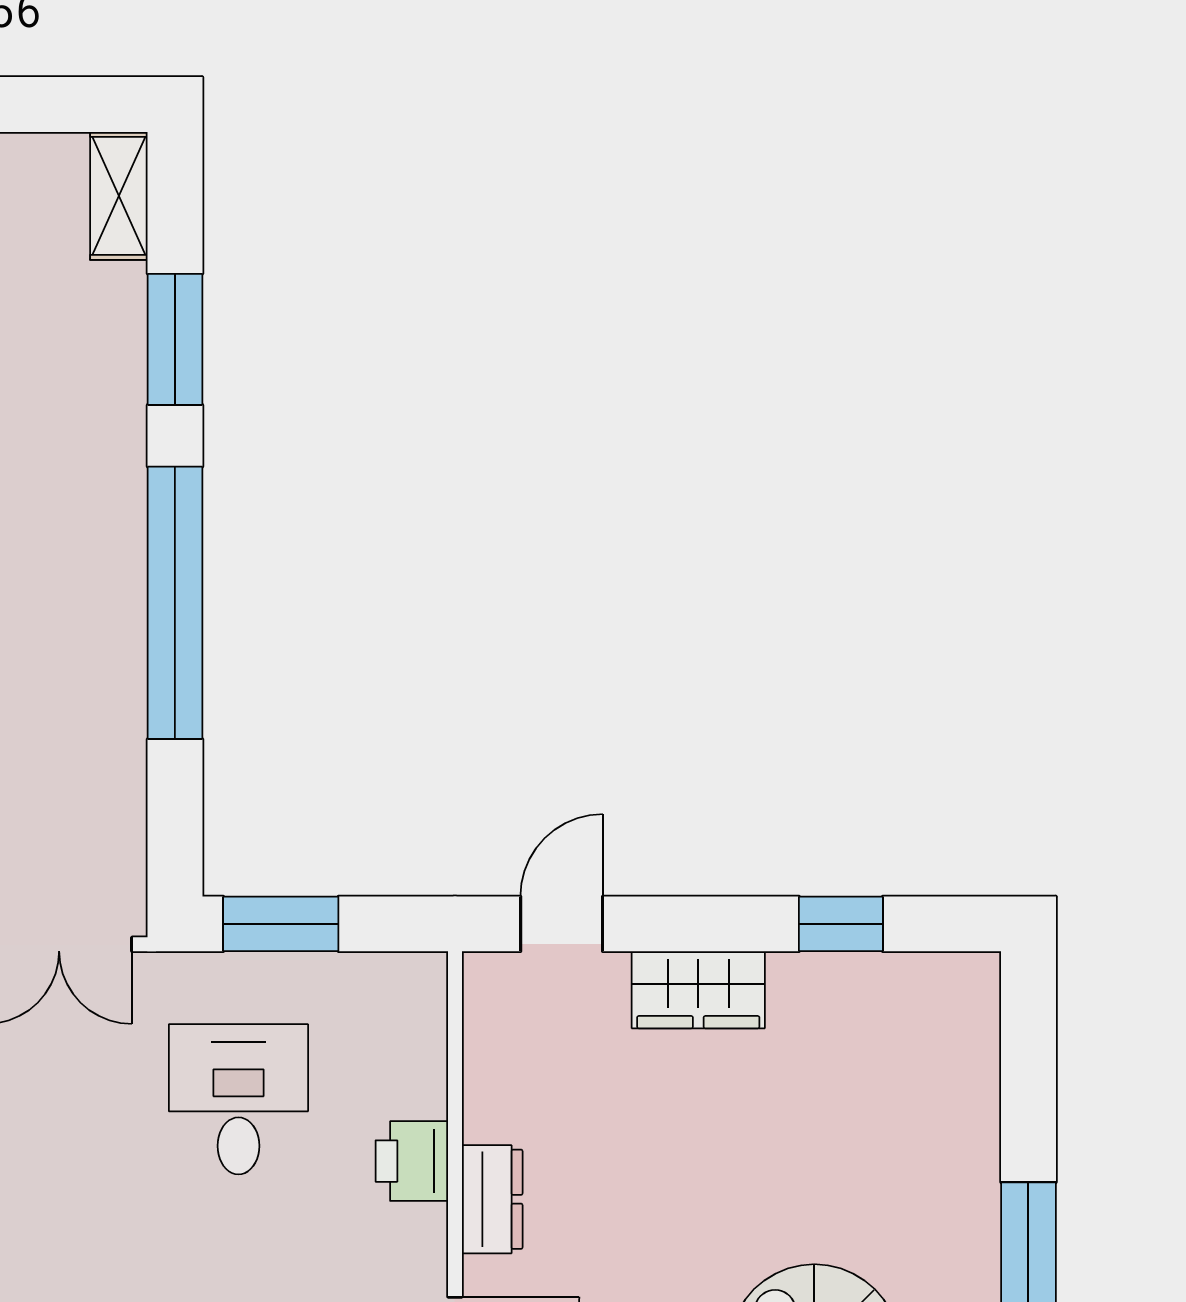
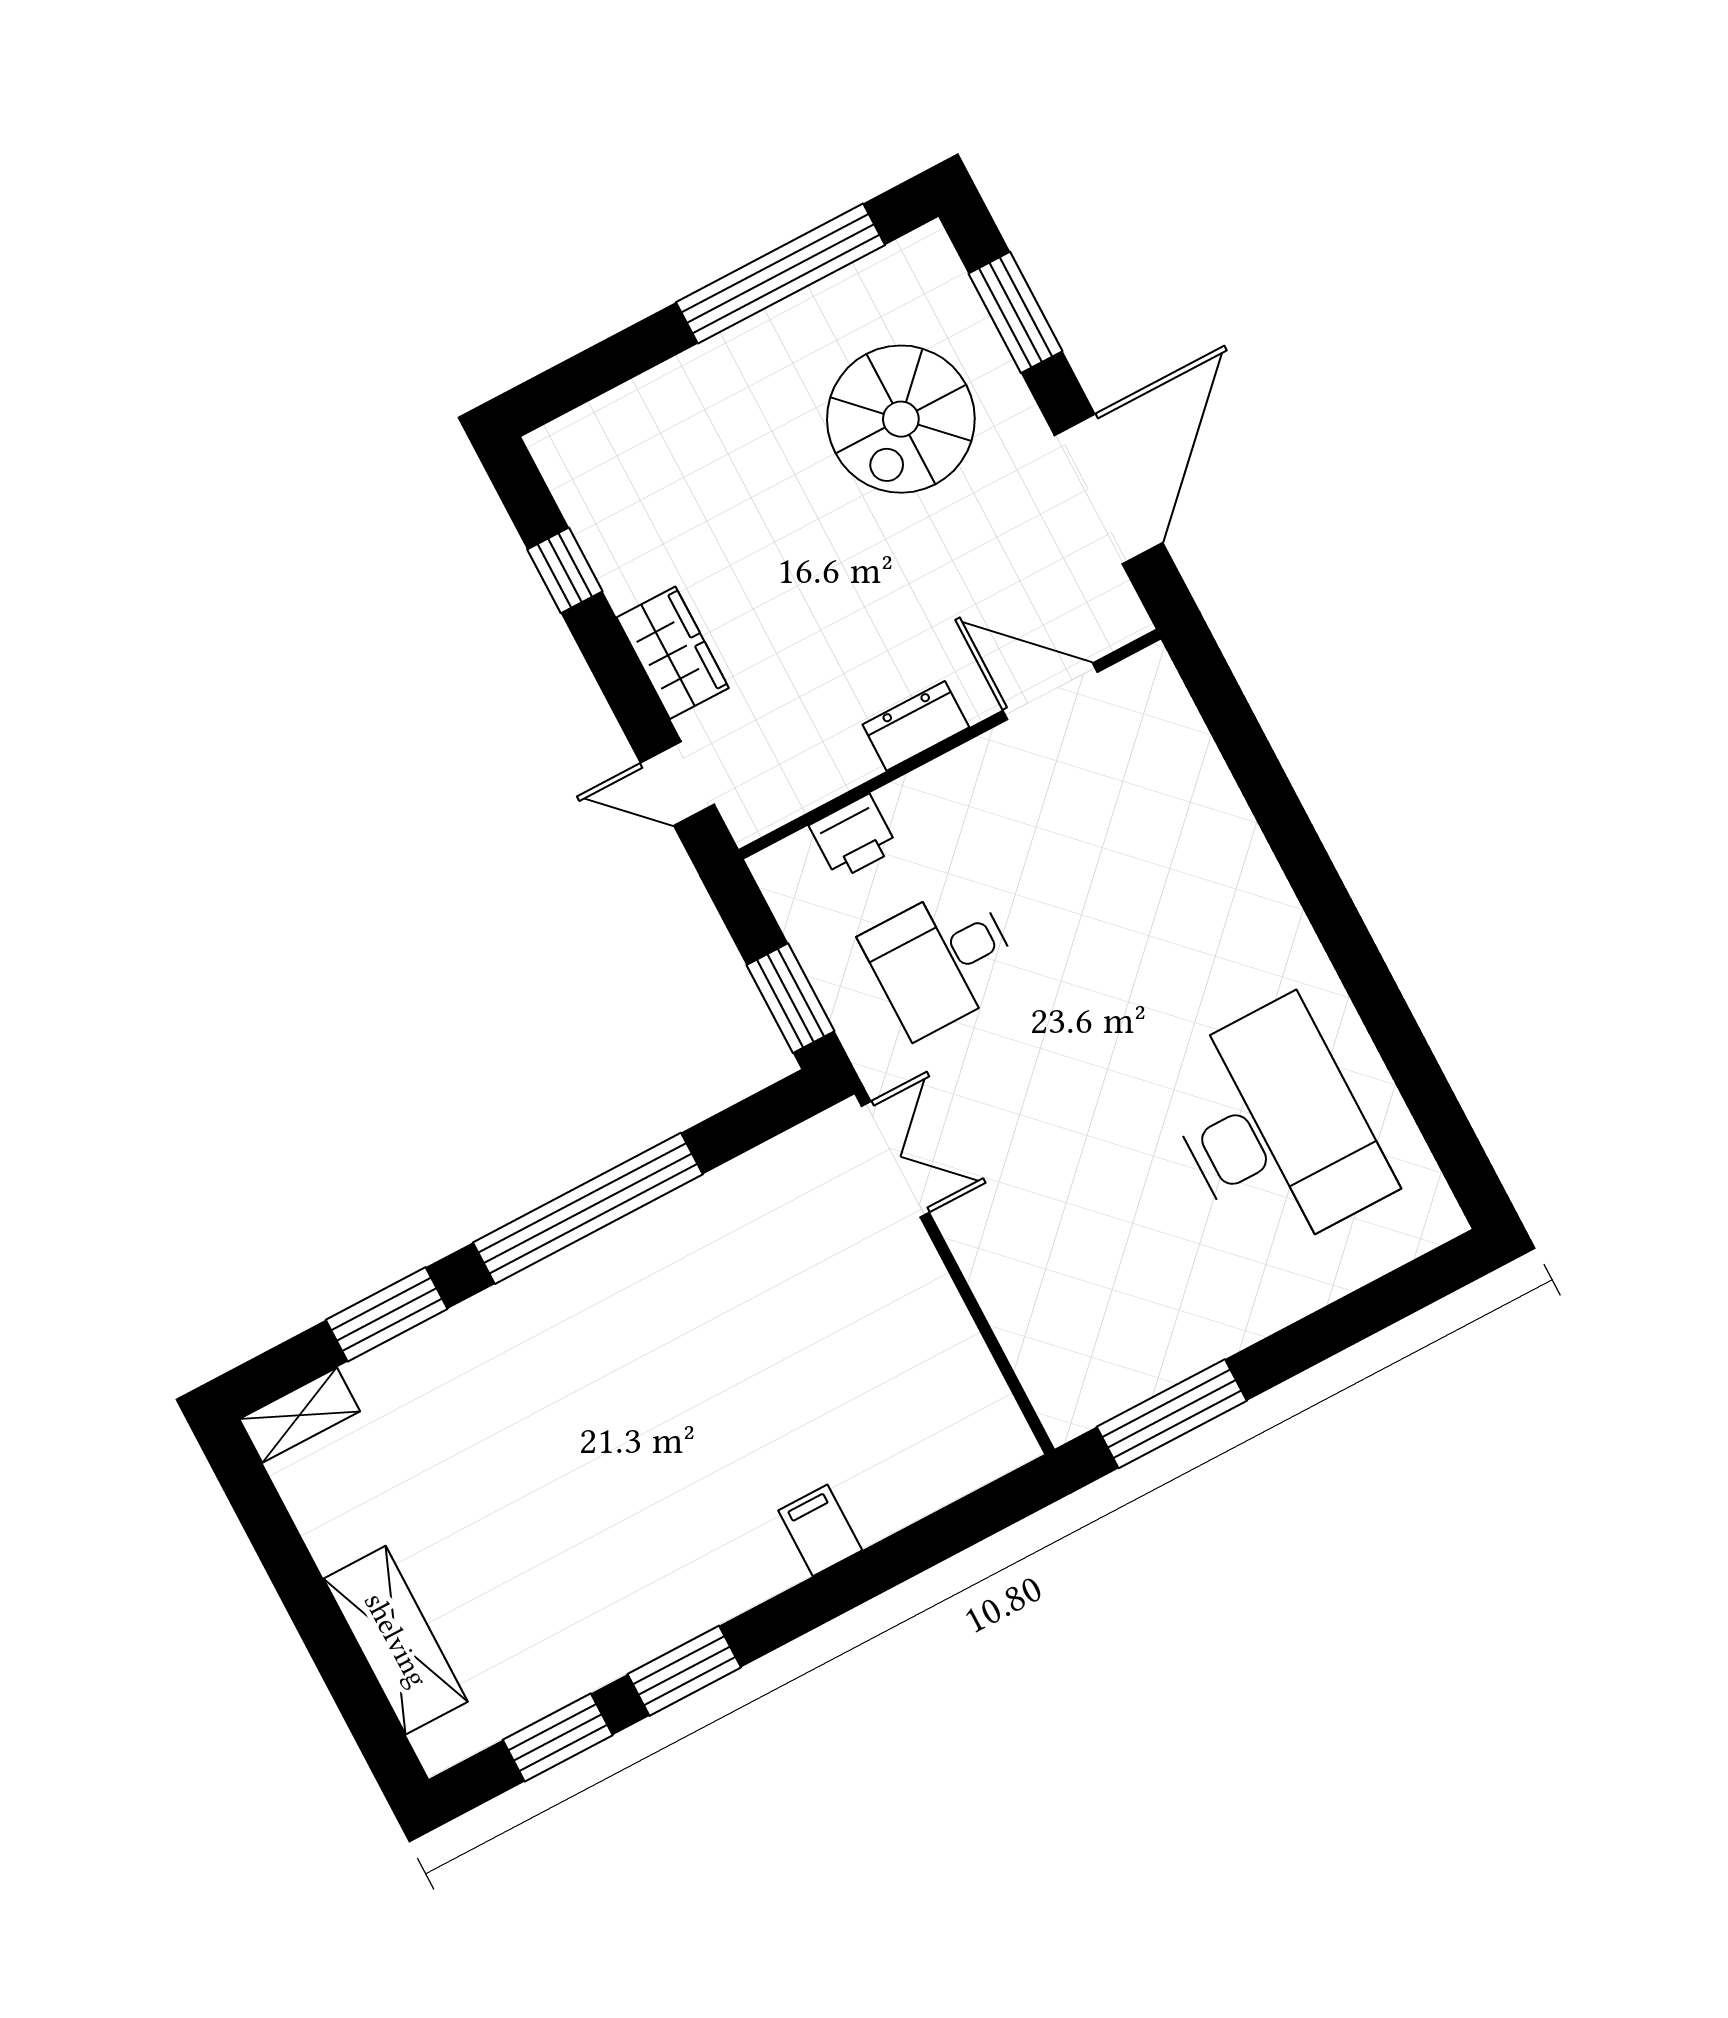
printer: (412, 1161) -> (854, 837), moved

